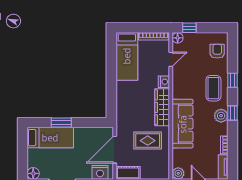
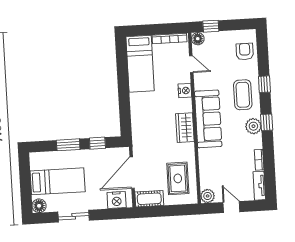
door: (171, 59) -> (191, 64), hinge flipped
wardrobe: (162, 107) -> (185, 128), width x0.67
window: (86, 123) -> (97, 143), added
sofa: (183, 124) -> (208, 119), moved
bed: (50, 138) -> (58, 181), moved
rug: (148, 141) -> (178, 178), moved, turned 90

